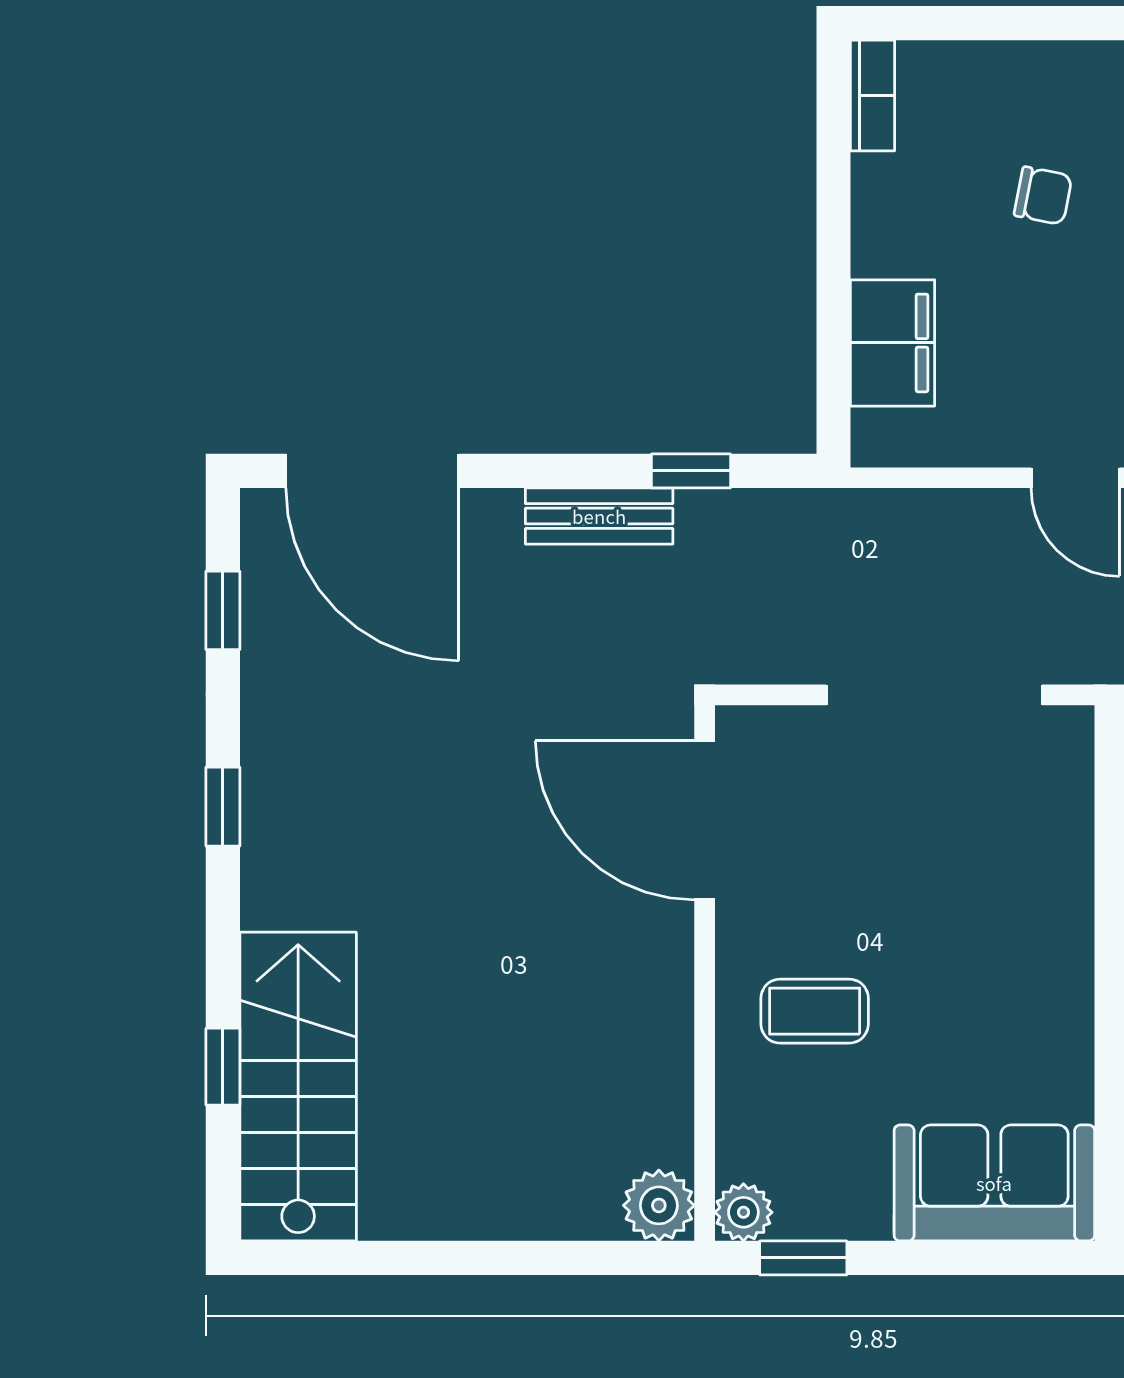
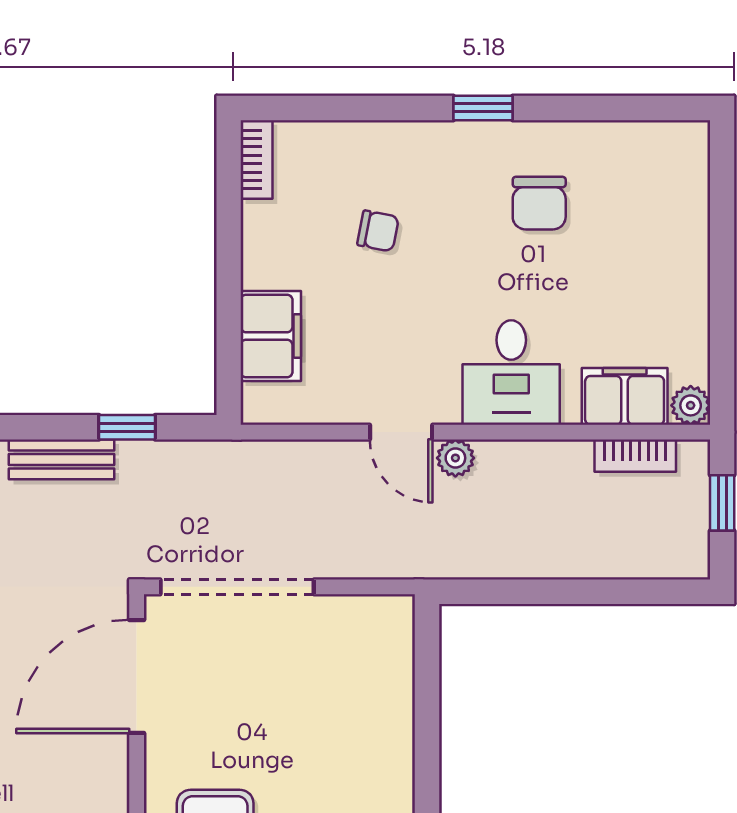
doorway: (934, 695) -> (237, 587), moved
door: (705, 820) -> (137, 676), hinge flipped

